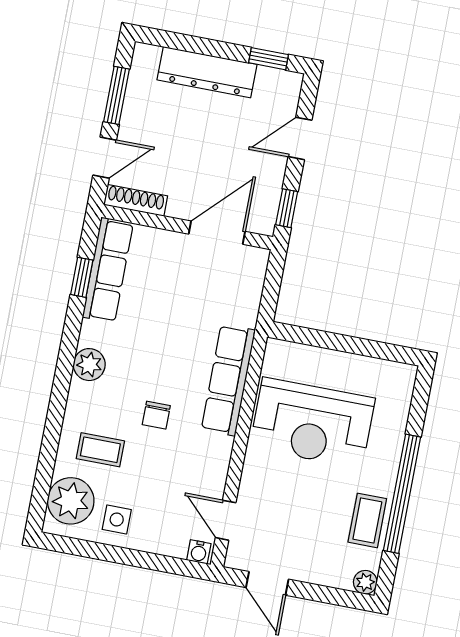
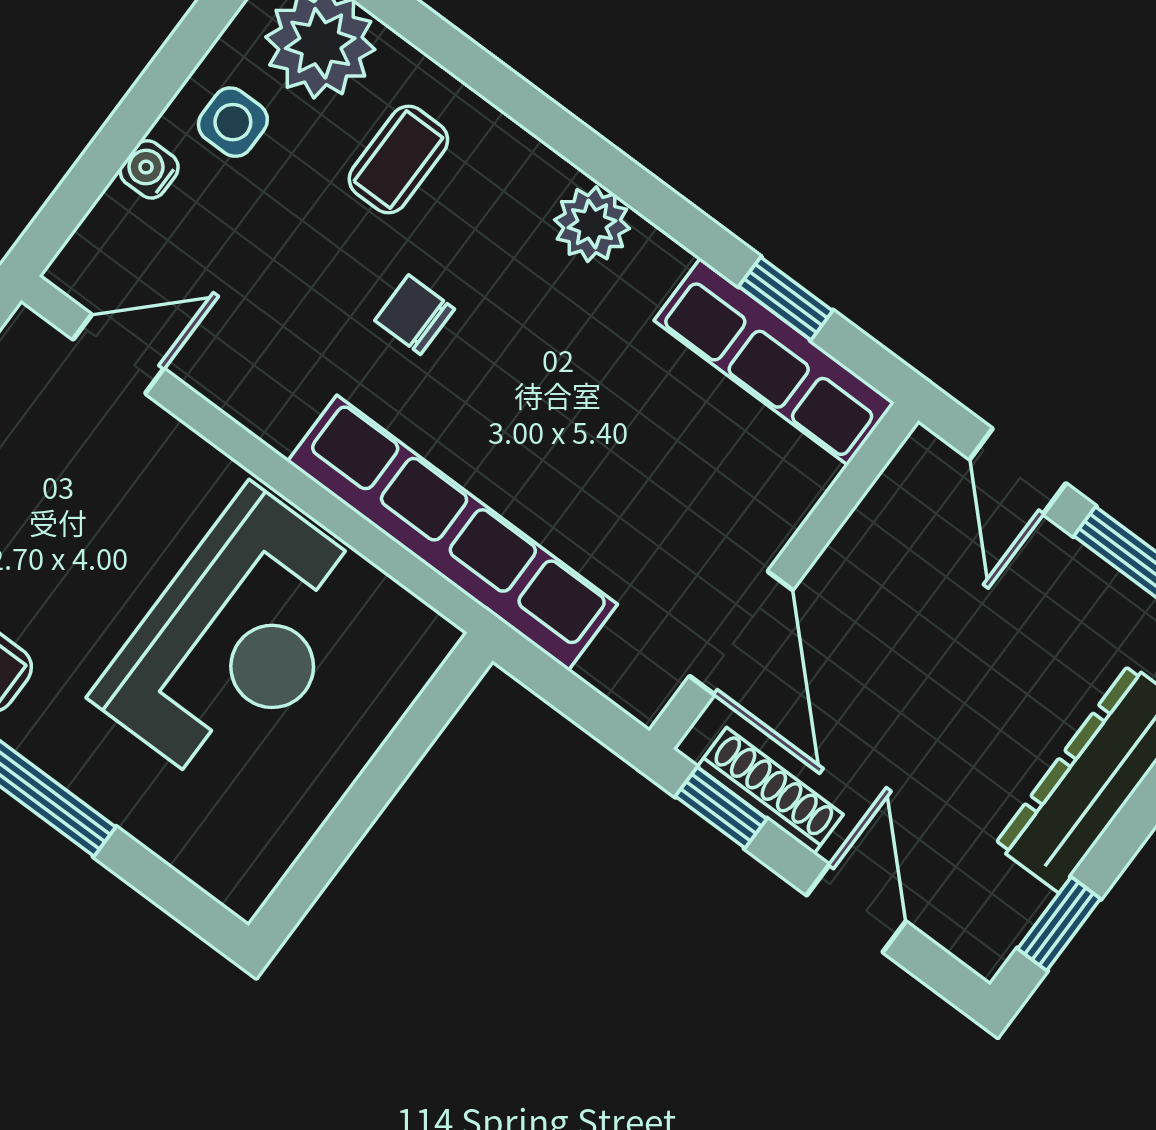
shoe rack: (136, 200) -> (770, 791), moved, turned -90
row of seats: (228, 380) -> (452, 533), width x1.36
reception desk: (312, 423) -> (236, 640), turned 180
water cooler: (199, 552) -> (149, 169), moved

